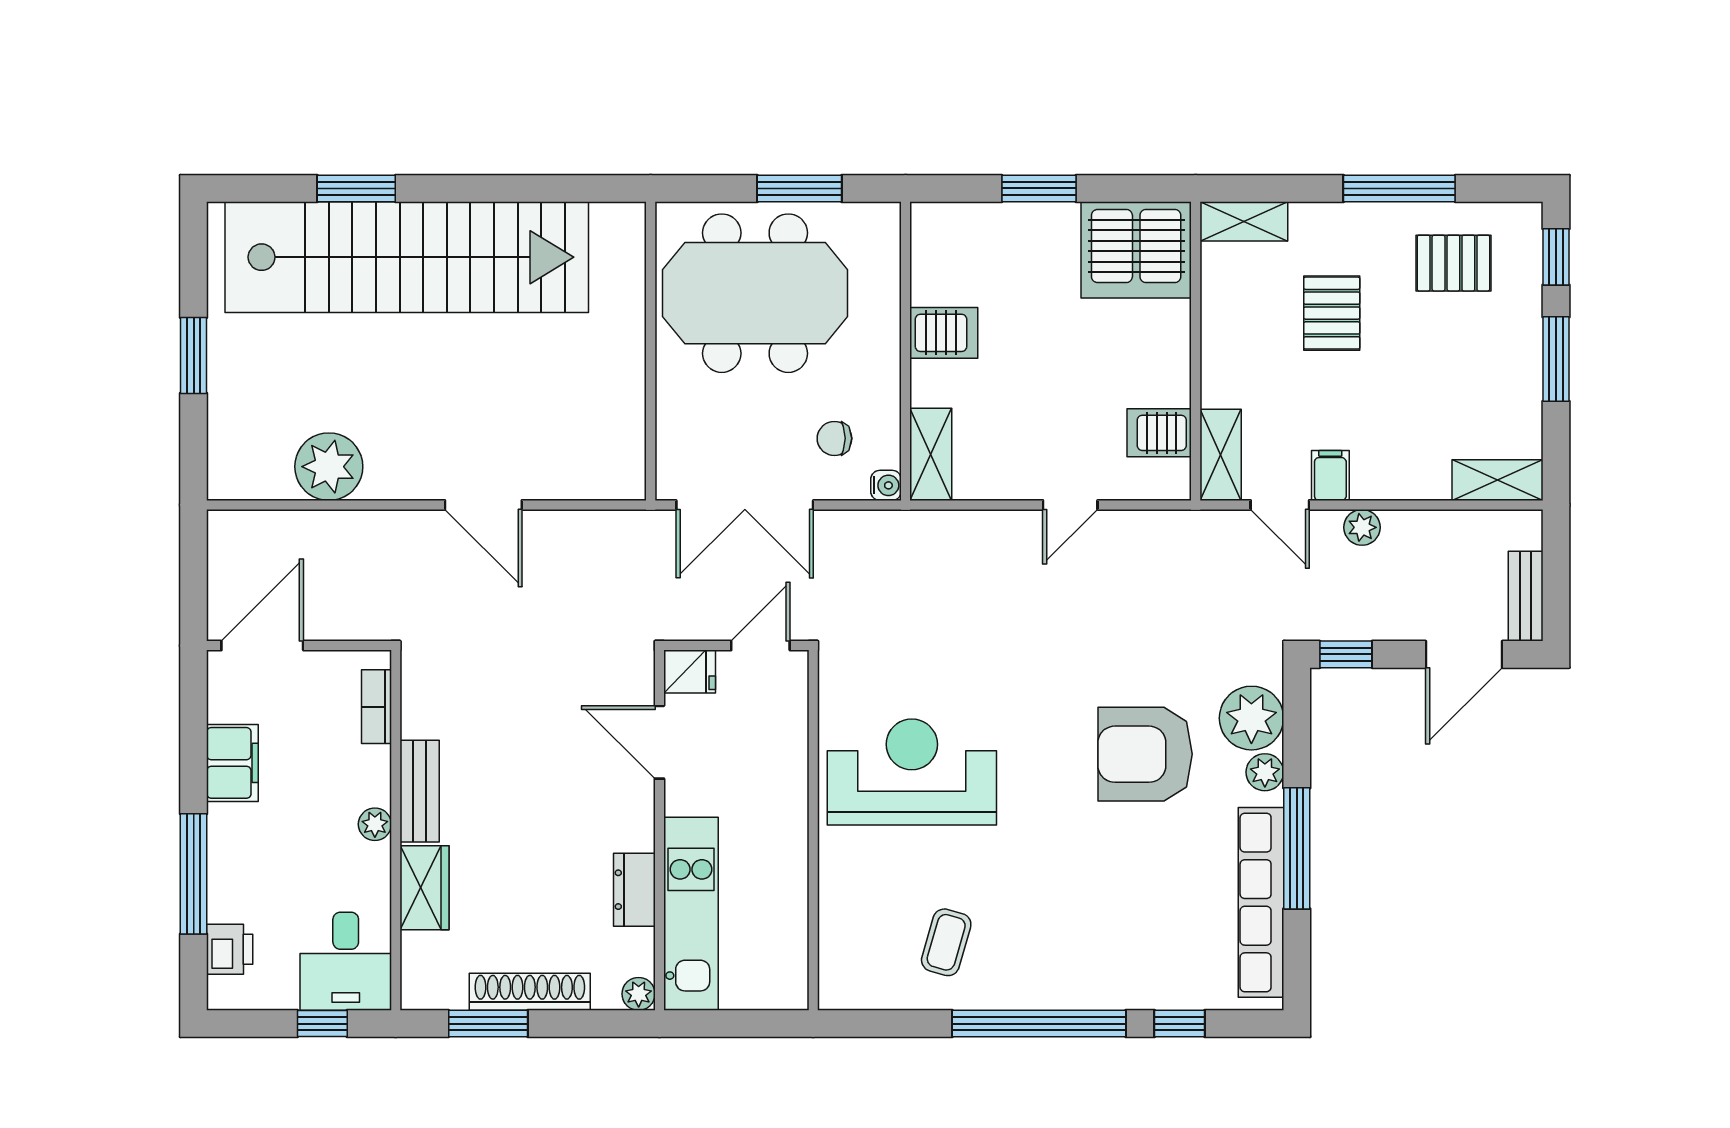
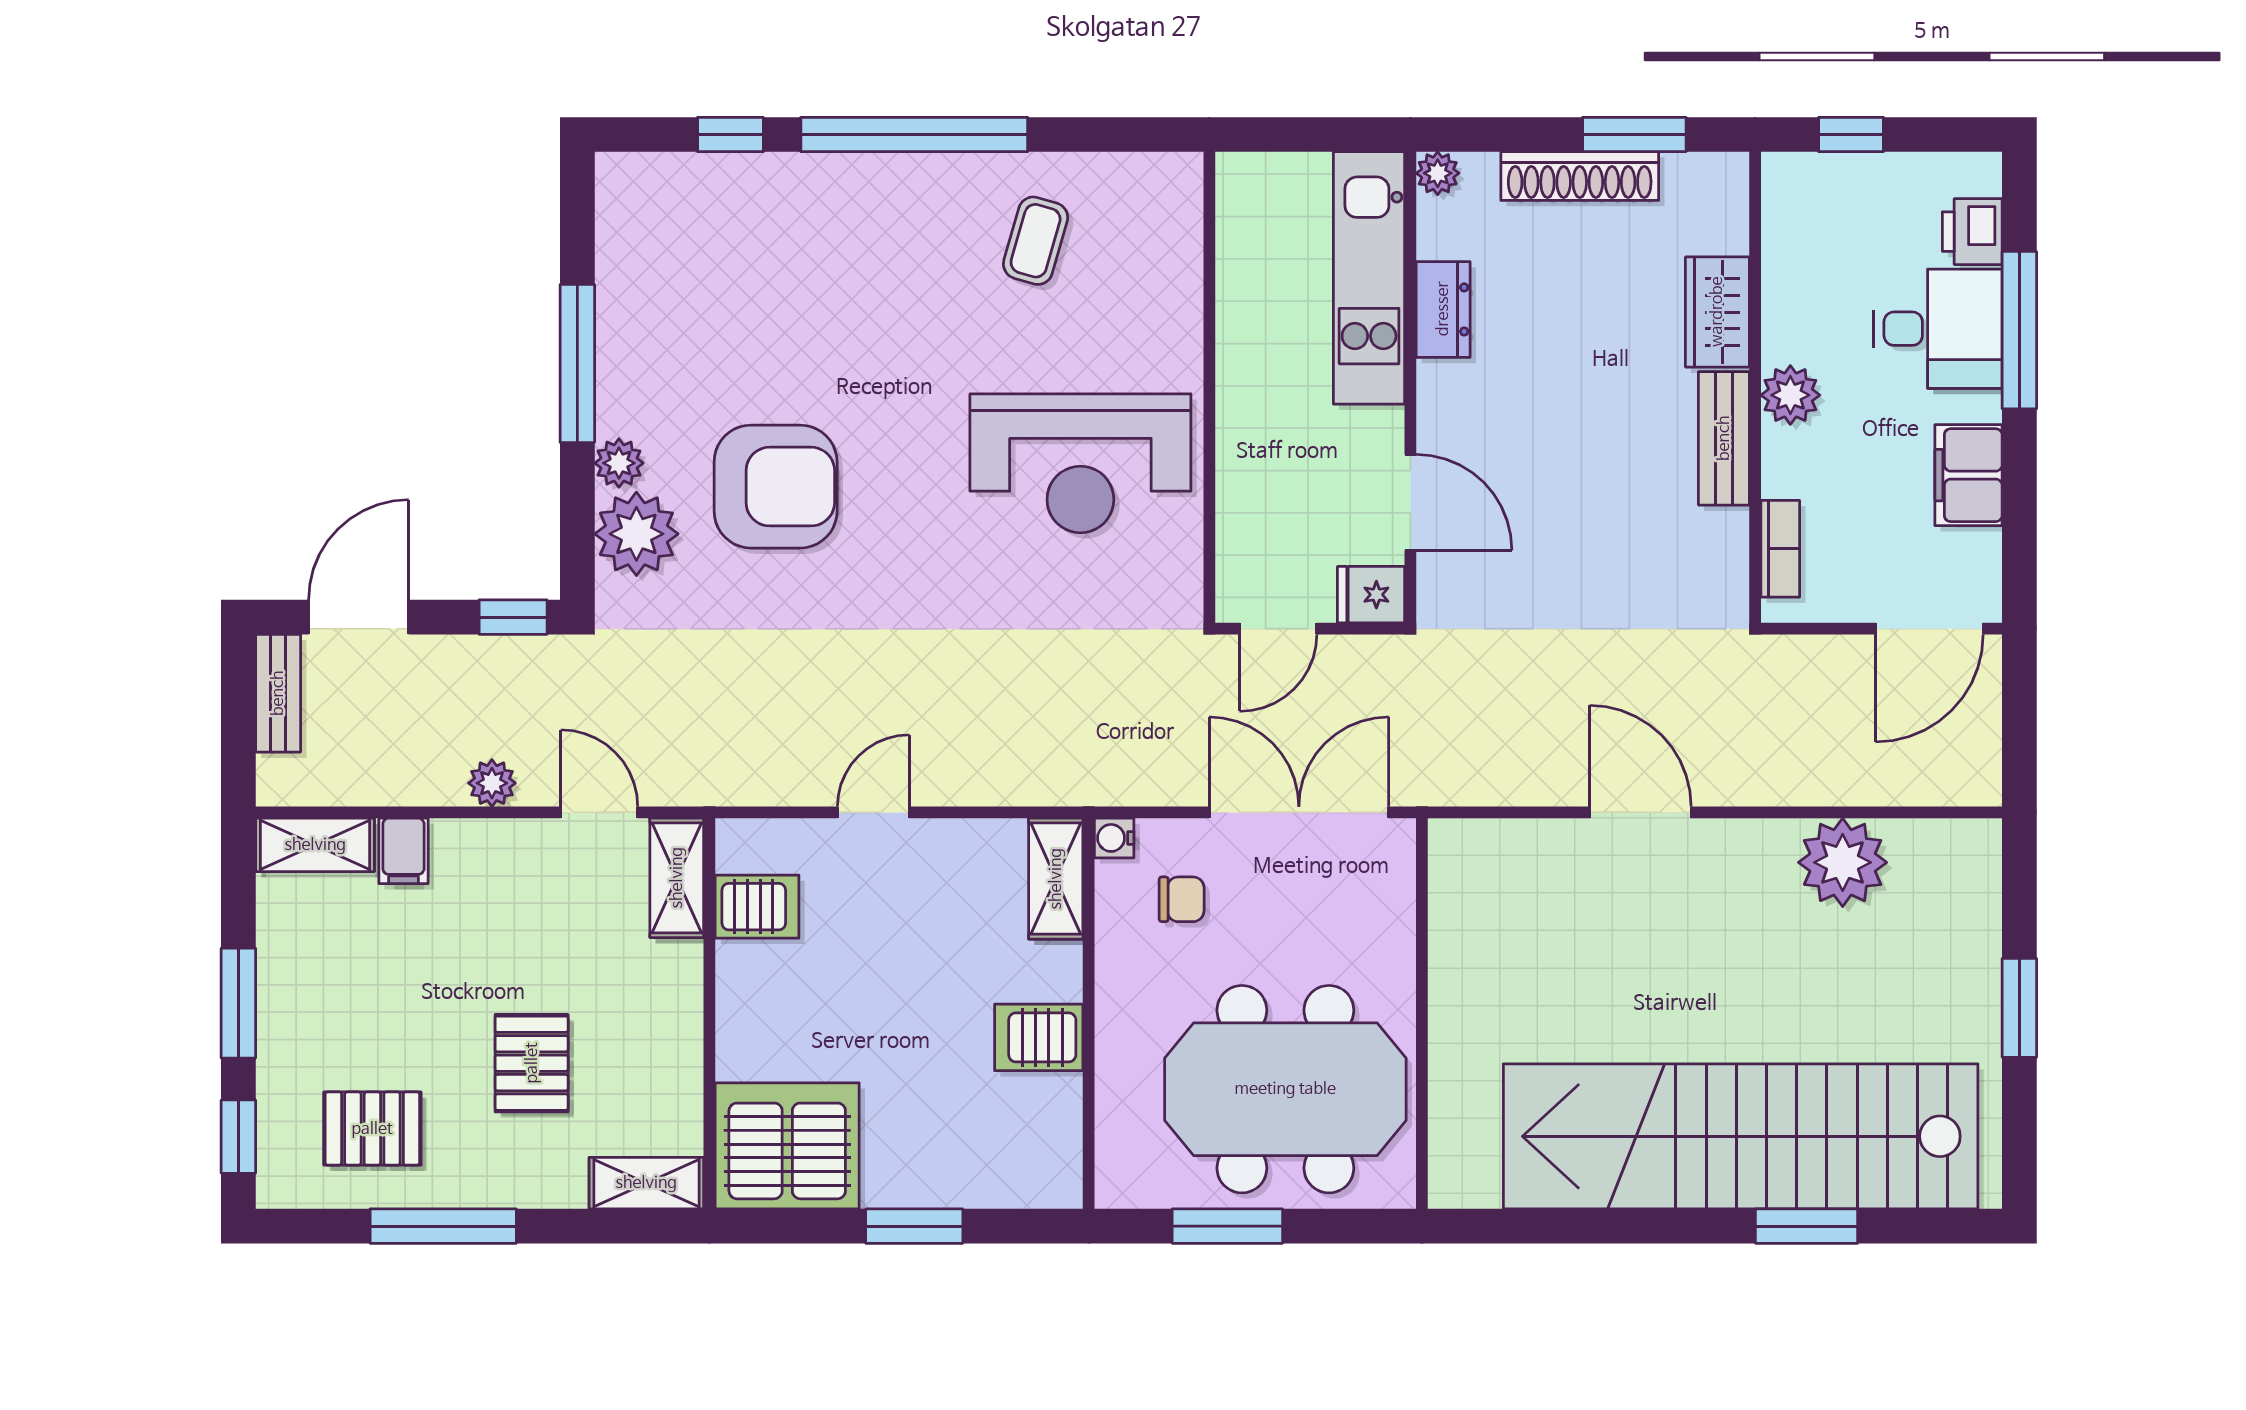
filing cabinet: (1330, 475) -> (403, 851), moved
plant: (375, 824) -> (1790, 395), width x1.38, depth x1.38
row of seats: (1261, 902) -> (624, 293), removed
desk: (346, 961) -> (1938, 329), moved, turned 90

